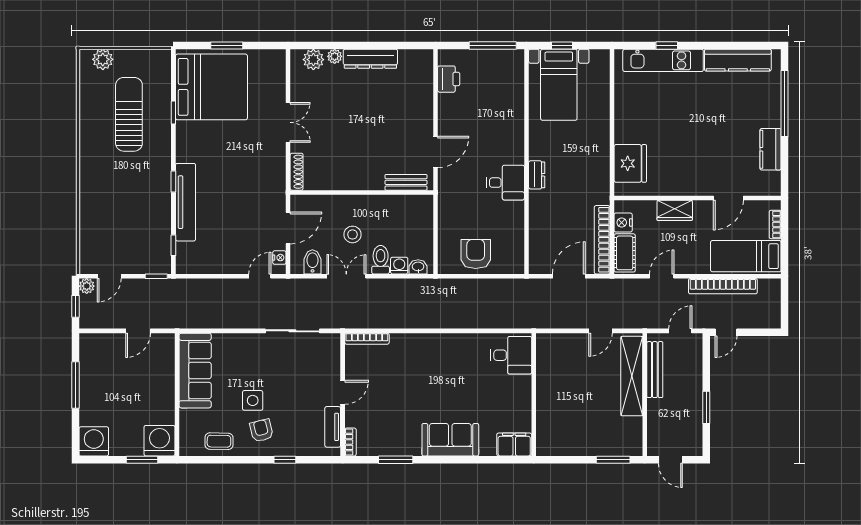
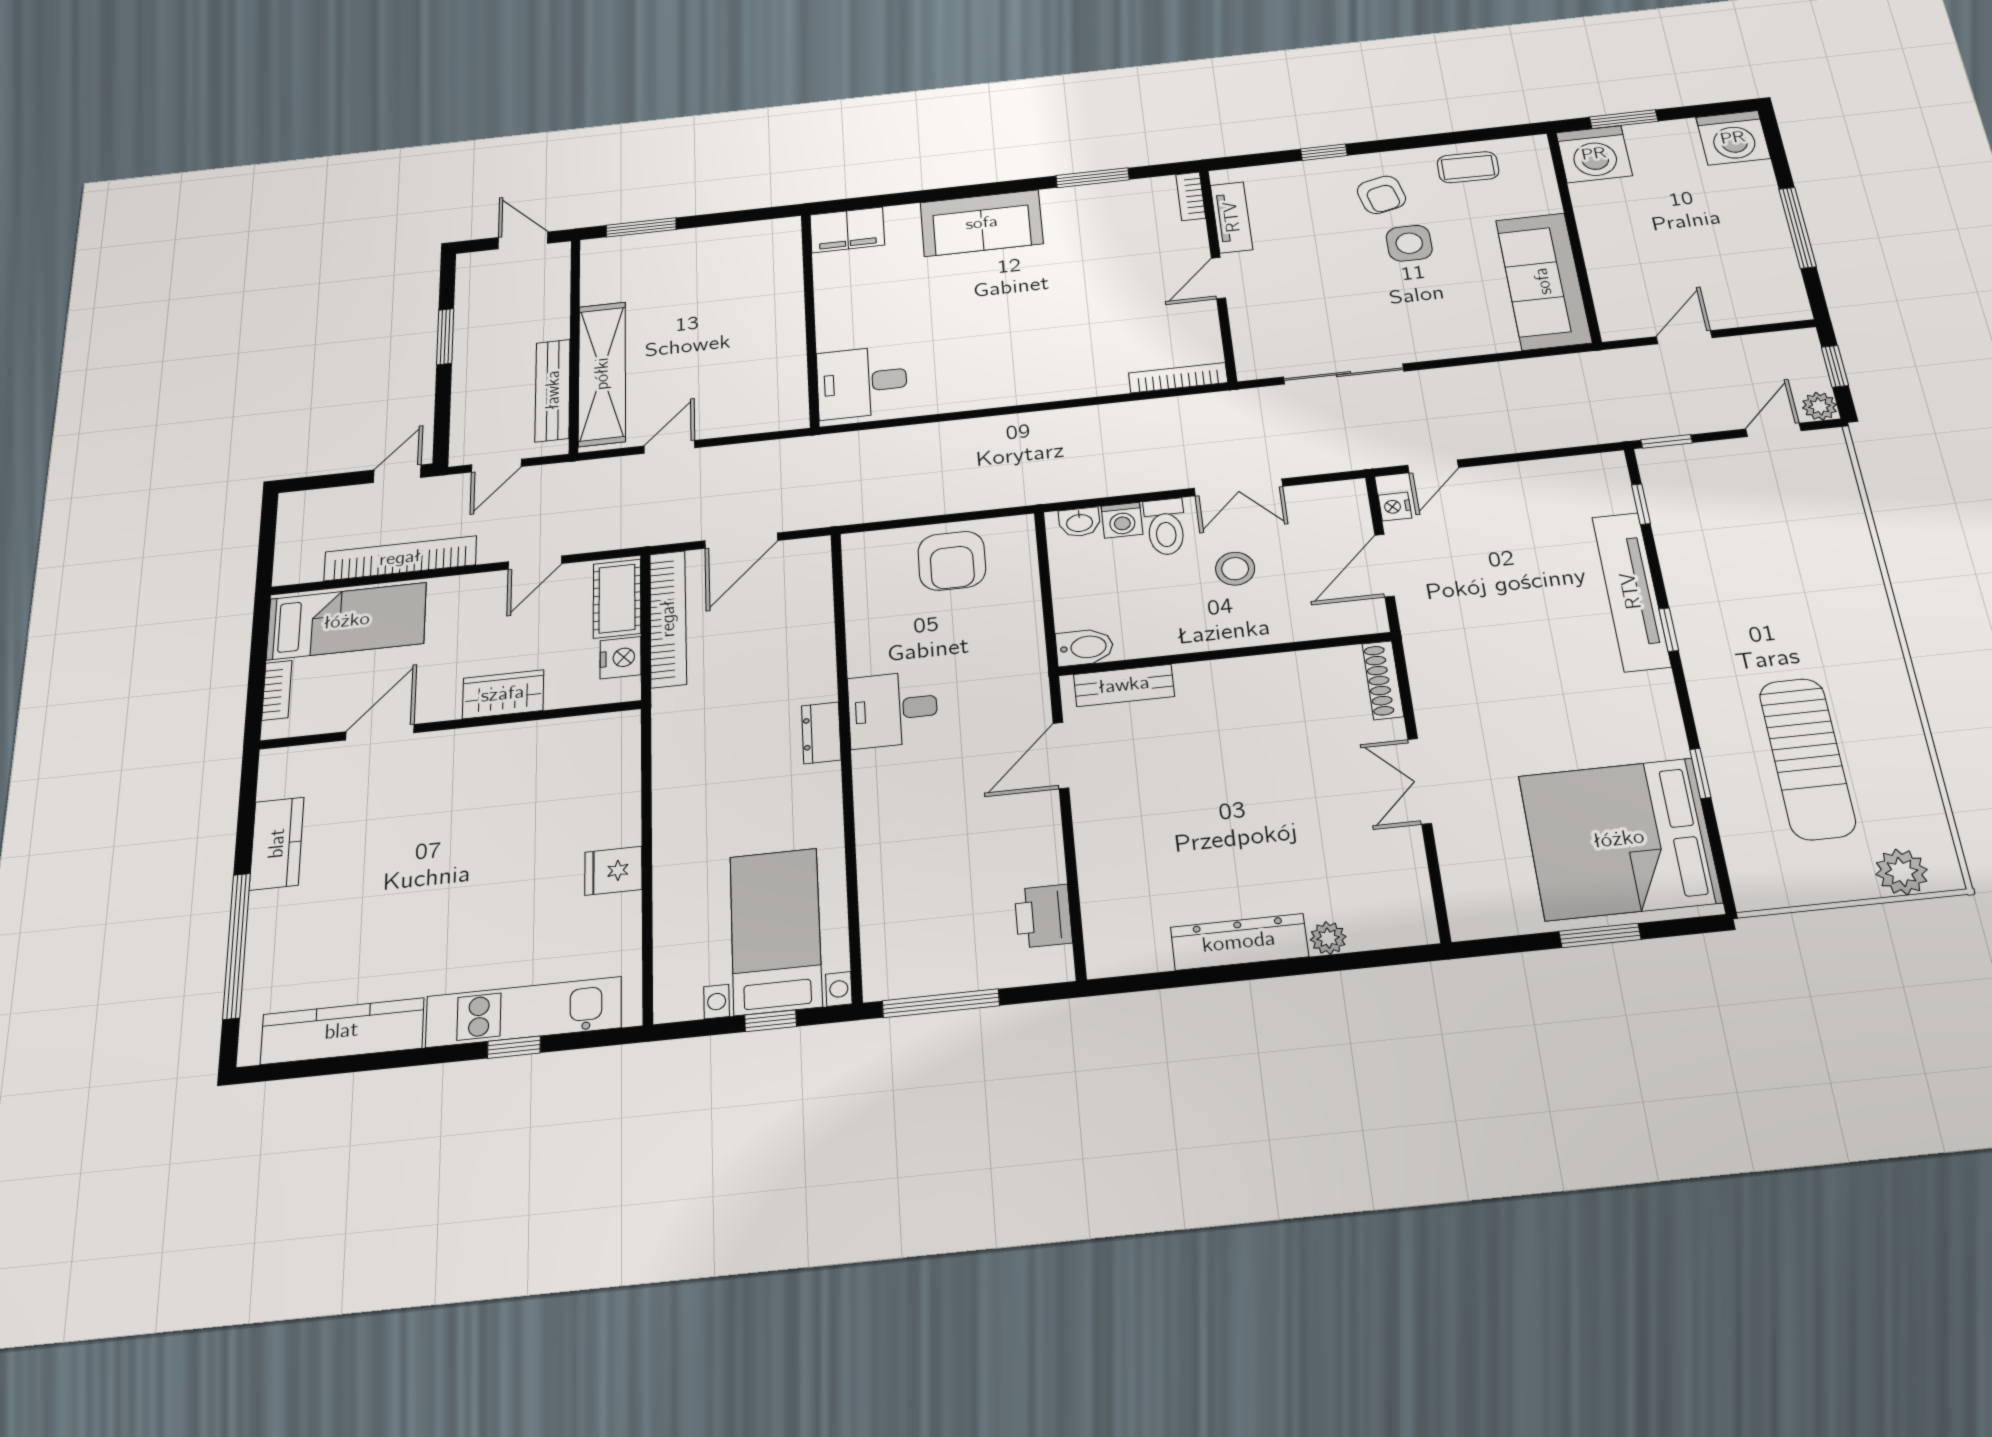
plant: (313, 60) -> (1379, 926), removed
fridge: (630, 163) -> (613, 871), moved, width x0.53, depth x0.75
bidet: (312, 262) -> (1085, 647), moved, turned -90

